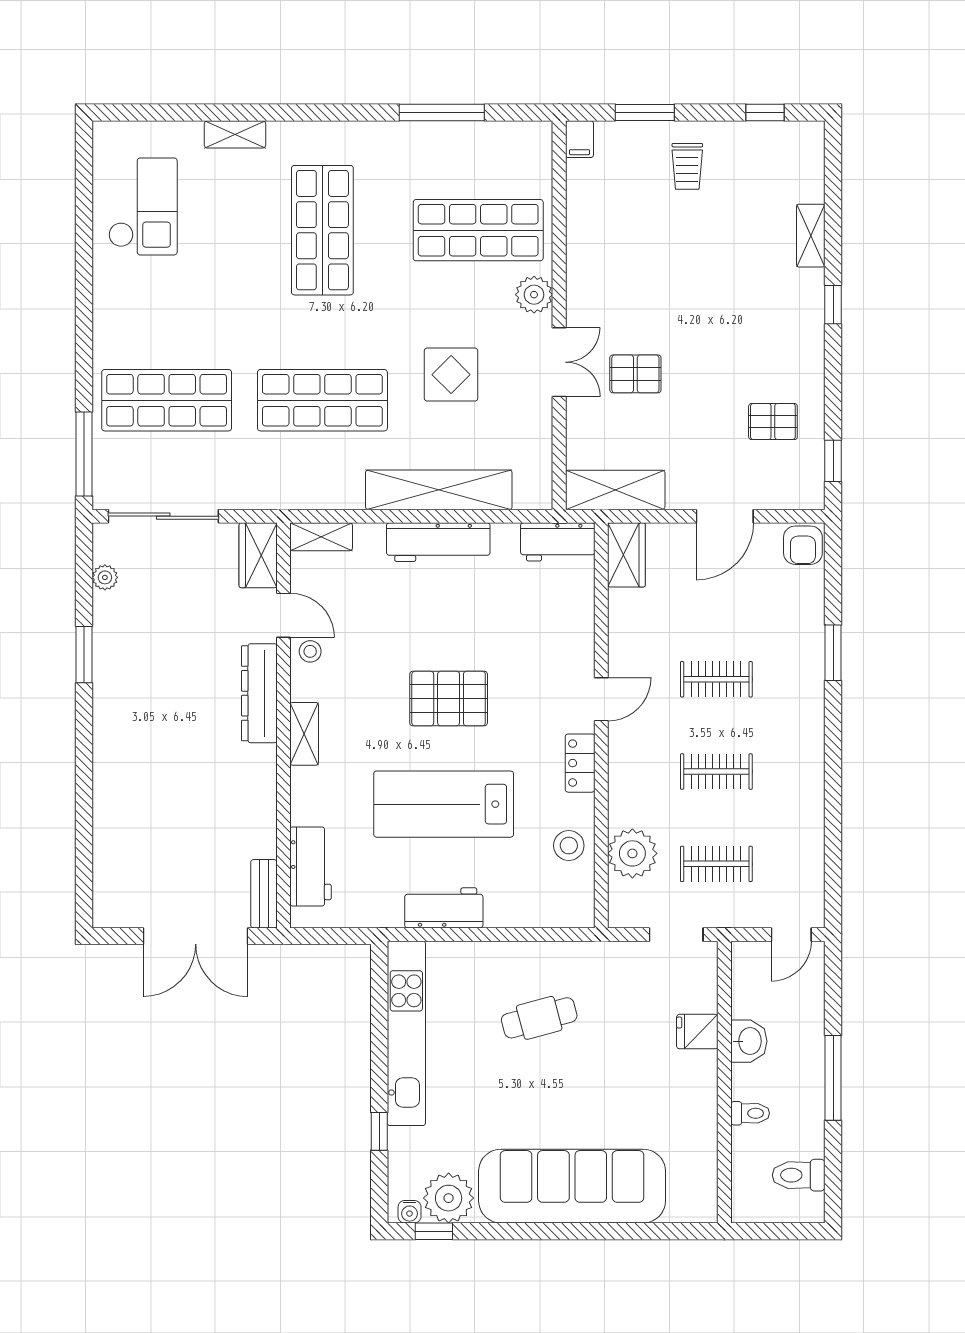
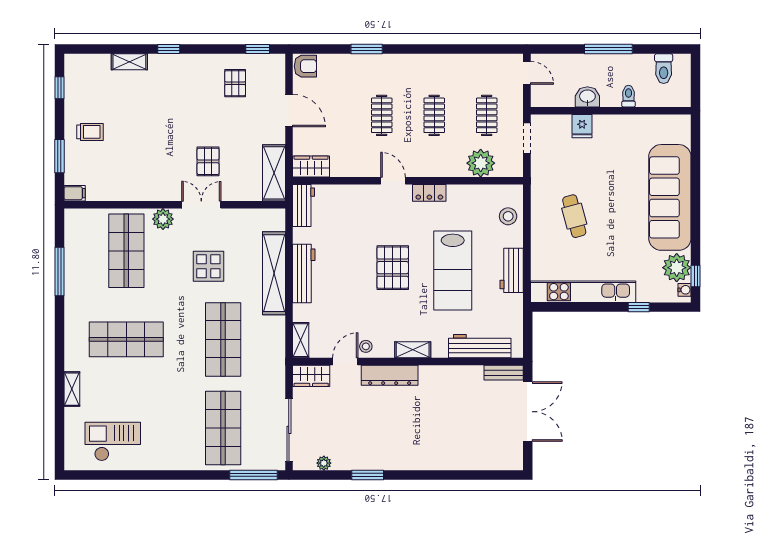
stool: (569, 846) -> (508, 216), moved
workbench: (311, 867) -> (480, 346), width x1.37

